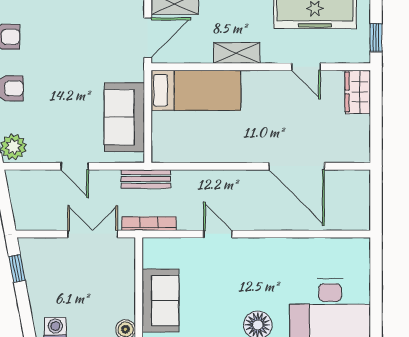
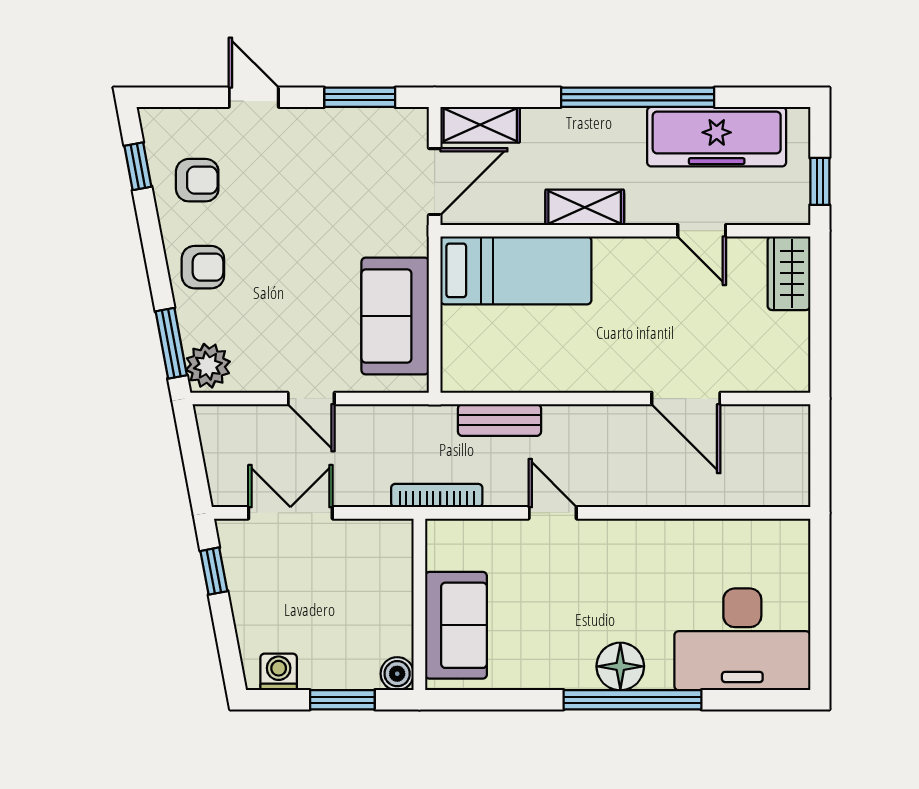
door: (297, 166) -> (686, 399), width x0.73
bench: (146, 179) -> (499, 420), moved
double door: (93, 234) -> (290, 513), moved

